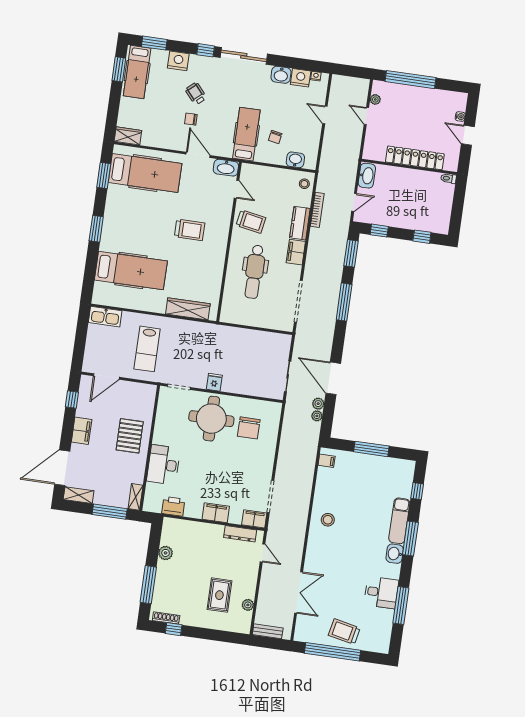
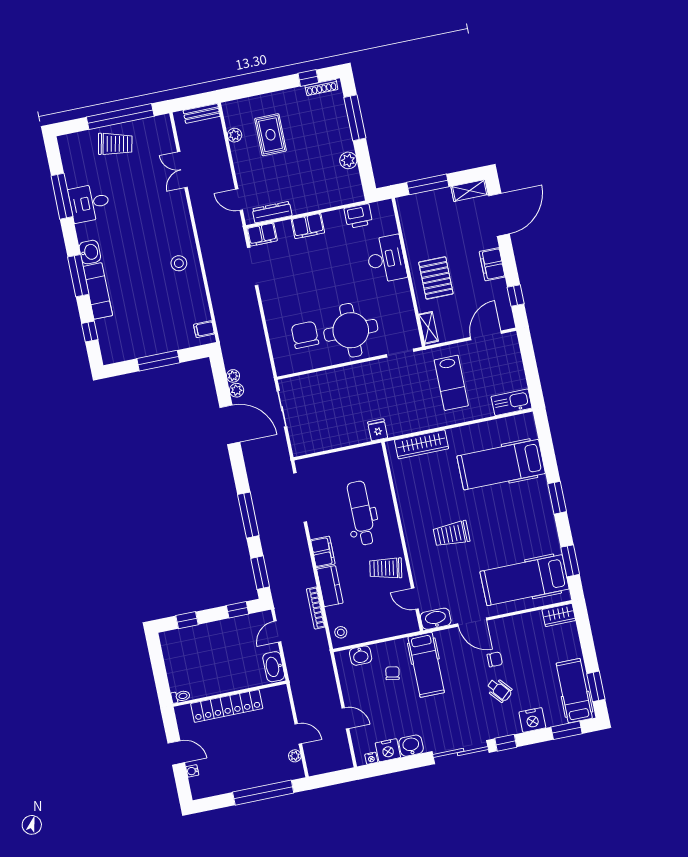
lab bench: (147, 349) -> (451, 383), turned 180
fridge: (214, 382) -> (378, 430), moved, turned 180
shelving: (136, 497) -> (428, 328), moved
double door: (299, 592) -> (182, 170), width x0.73

